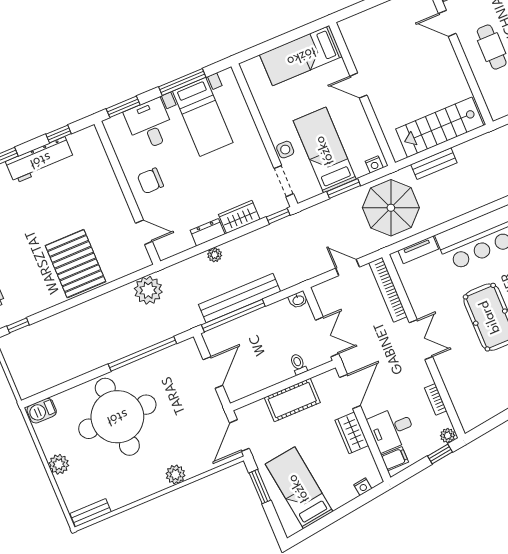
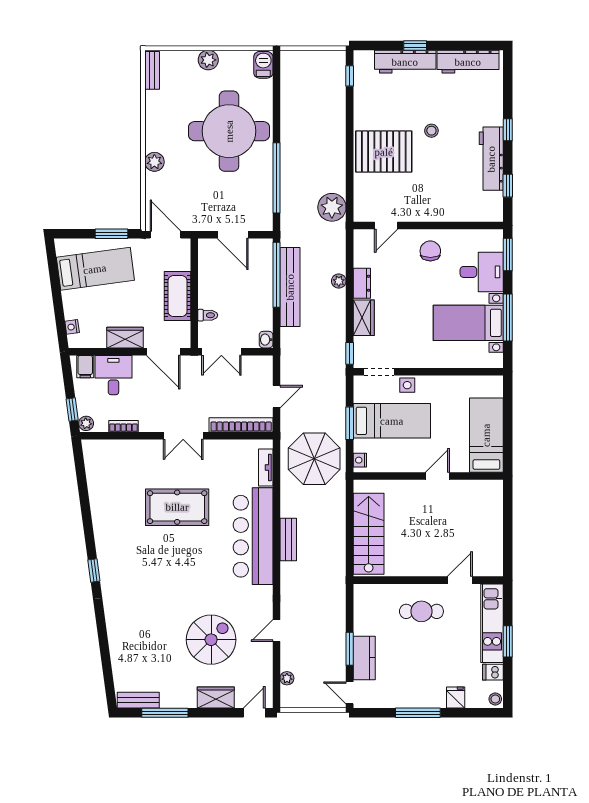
bench: (434, 164) -> (288, 539), moved
stool: (37, 227) -> (431, 131), added

